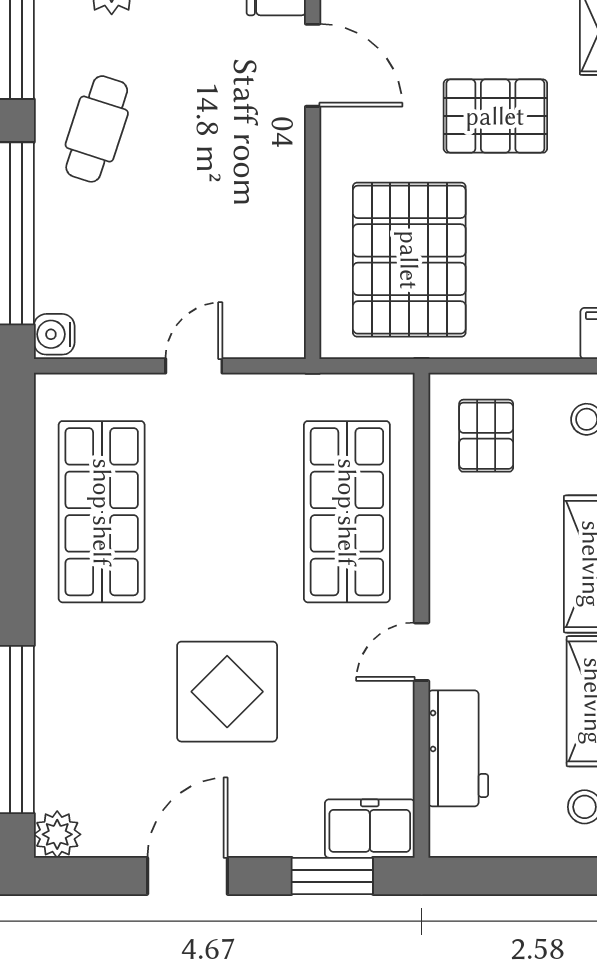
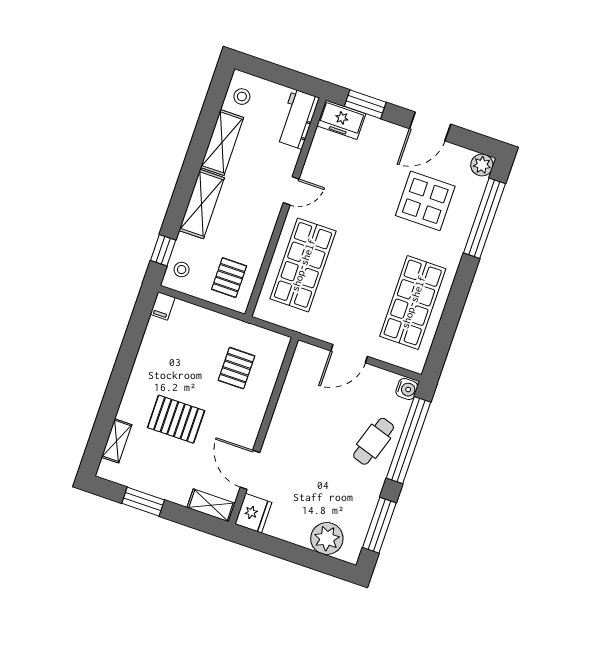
cafe table: (97, 129) -> (374, 441), moved
pallet: (409, 260) -> (237, 368), width x0.49, depth x0.50
door: (194, 366) -> (349, 354), width x1.38
display table: (227, 692) -> (425, 201), moved
workbench: (458, 748) -> (297, 119), moved

